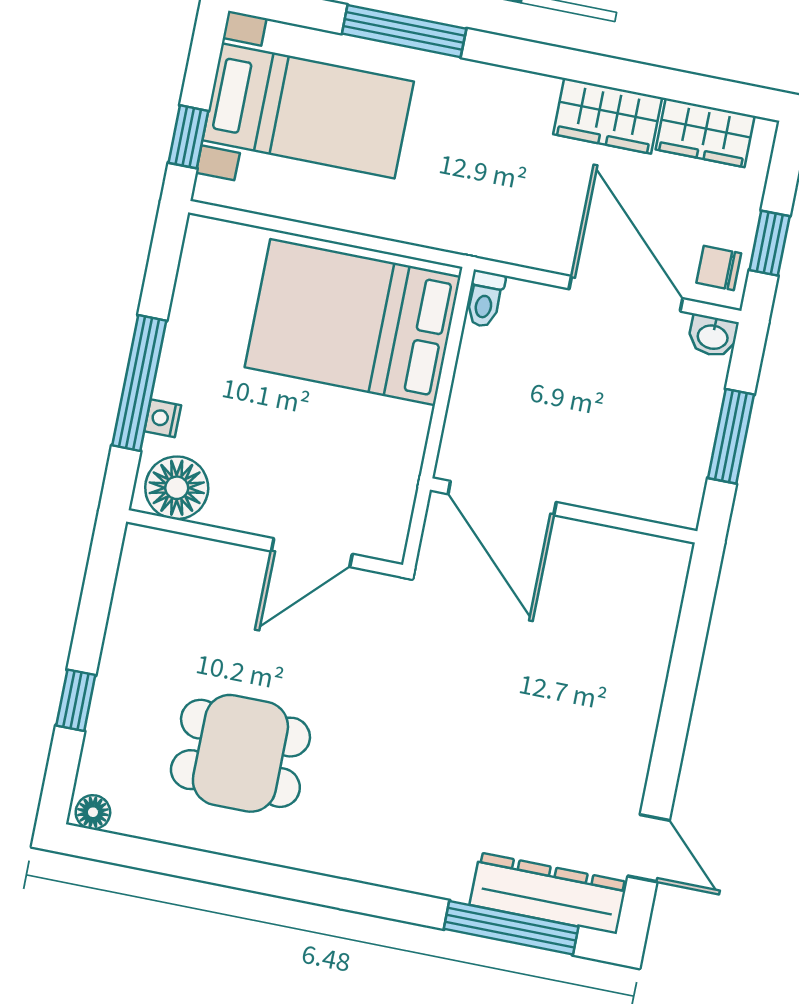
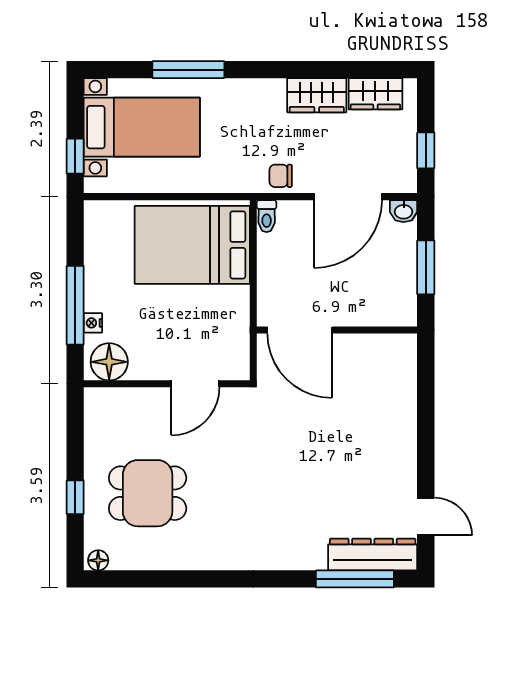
chair: (719, 268) -> (281, 176), moved
door: (626, 294) -> (348, 197), swing flipped
dining table: (240, 753) -> (148, 493), moved

